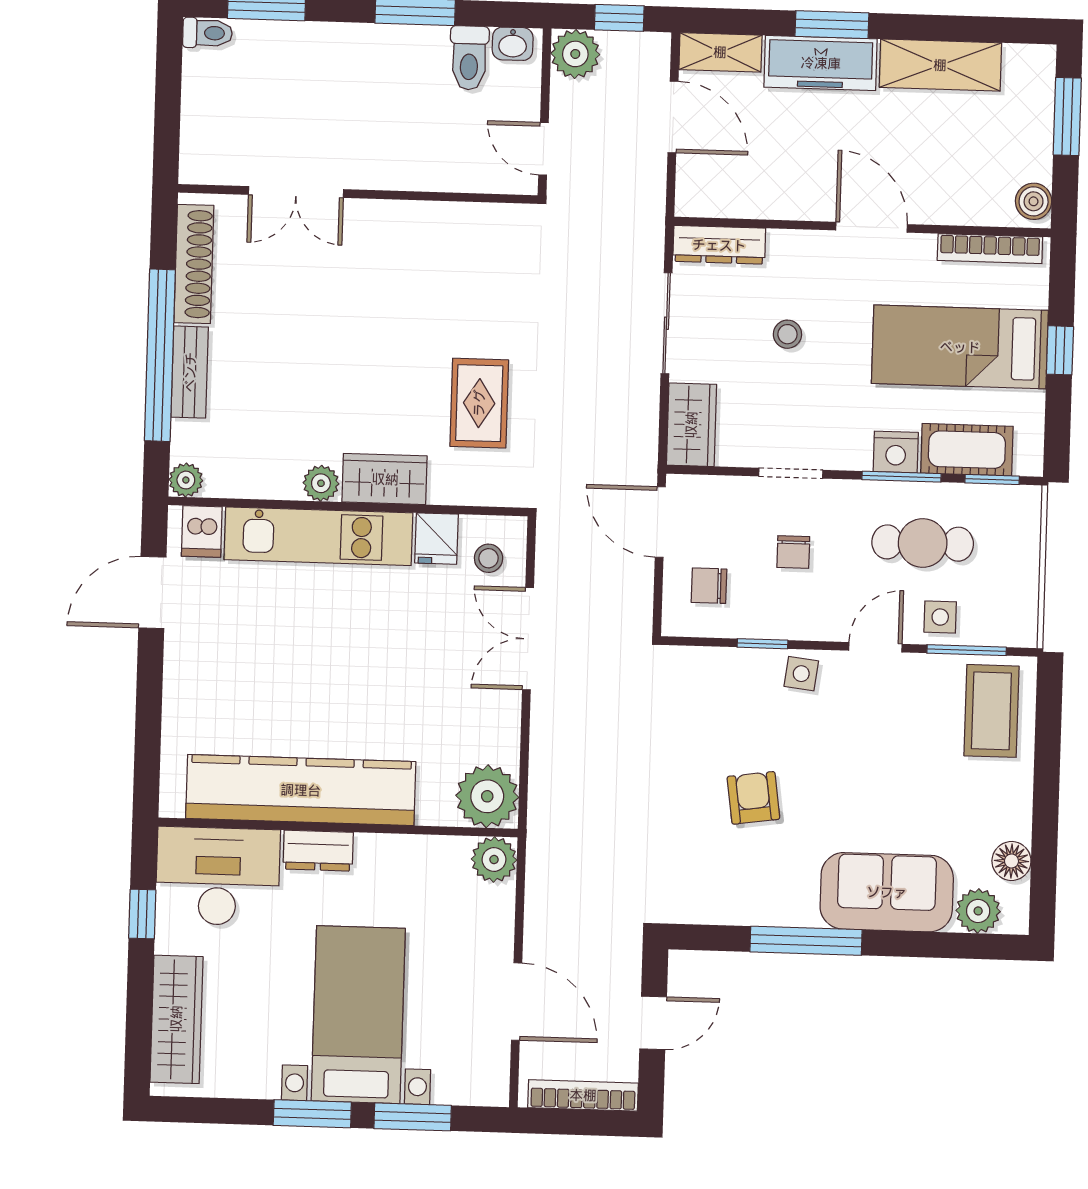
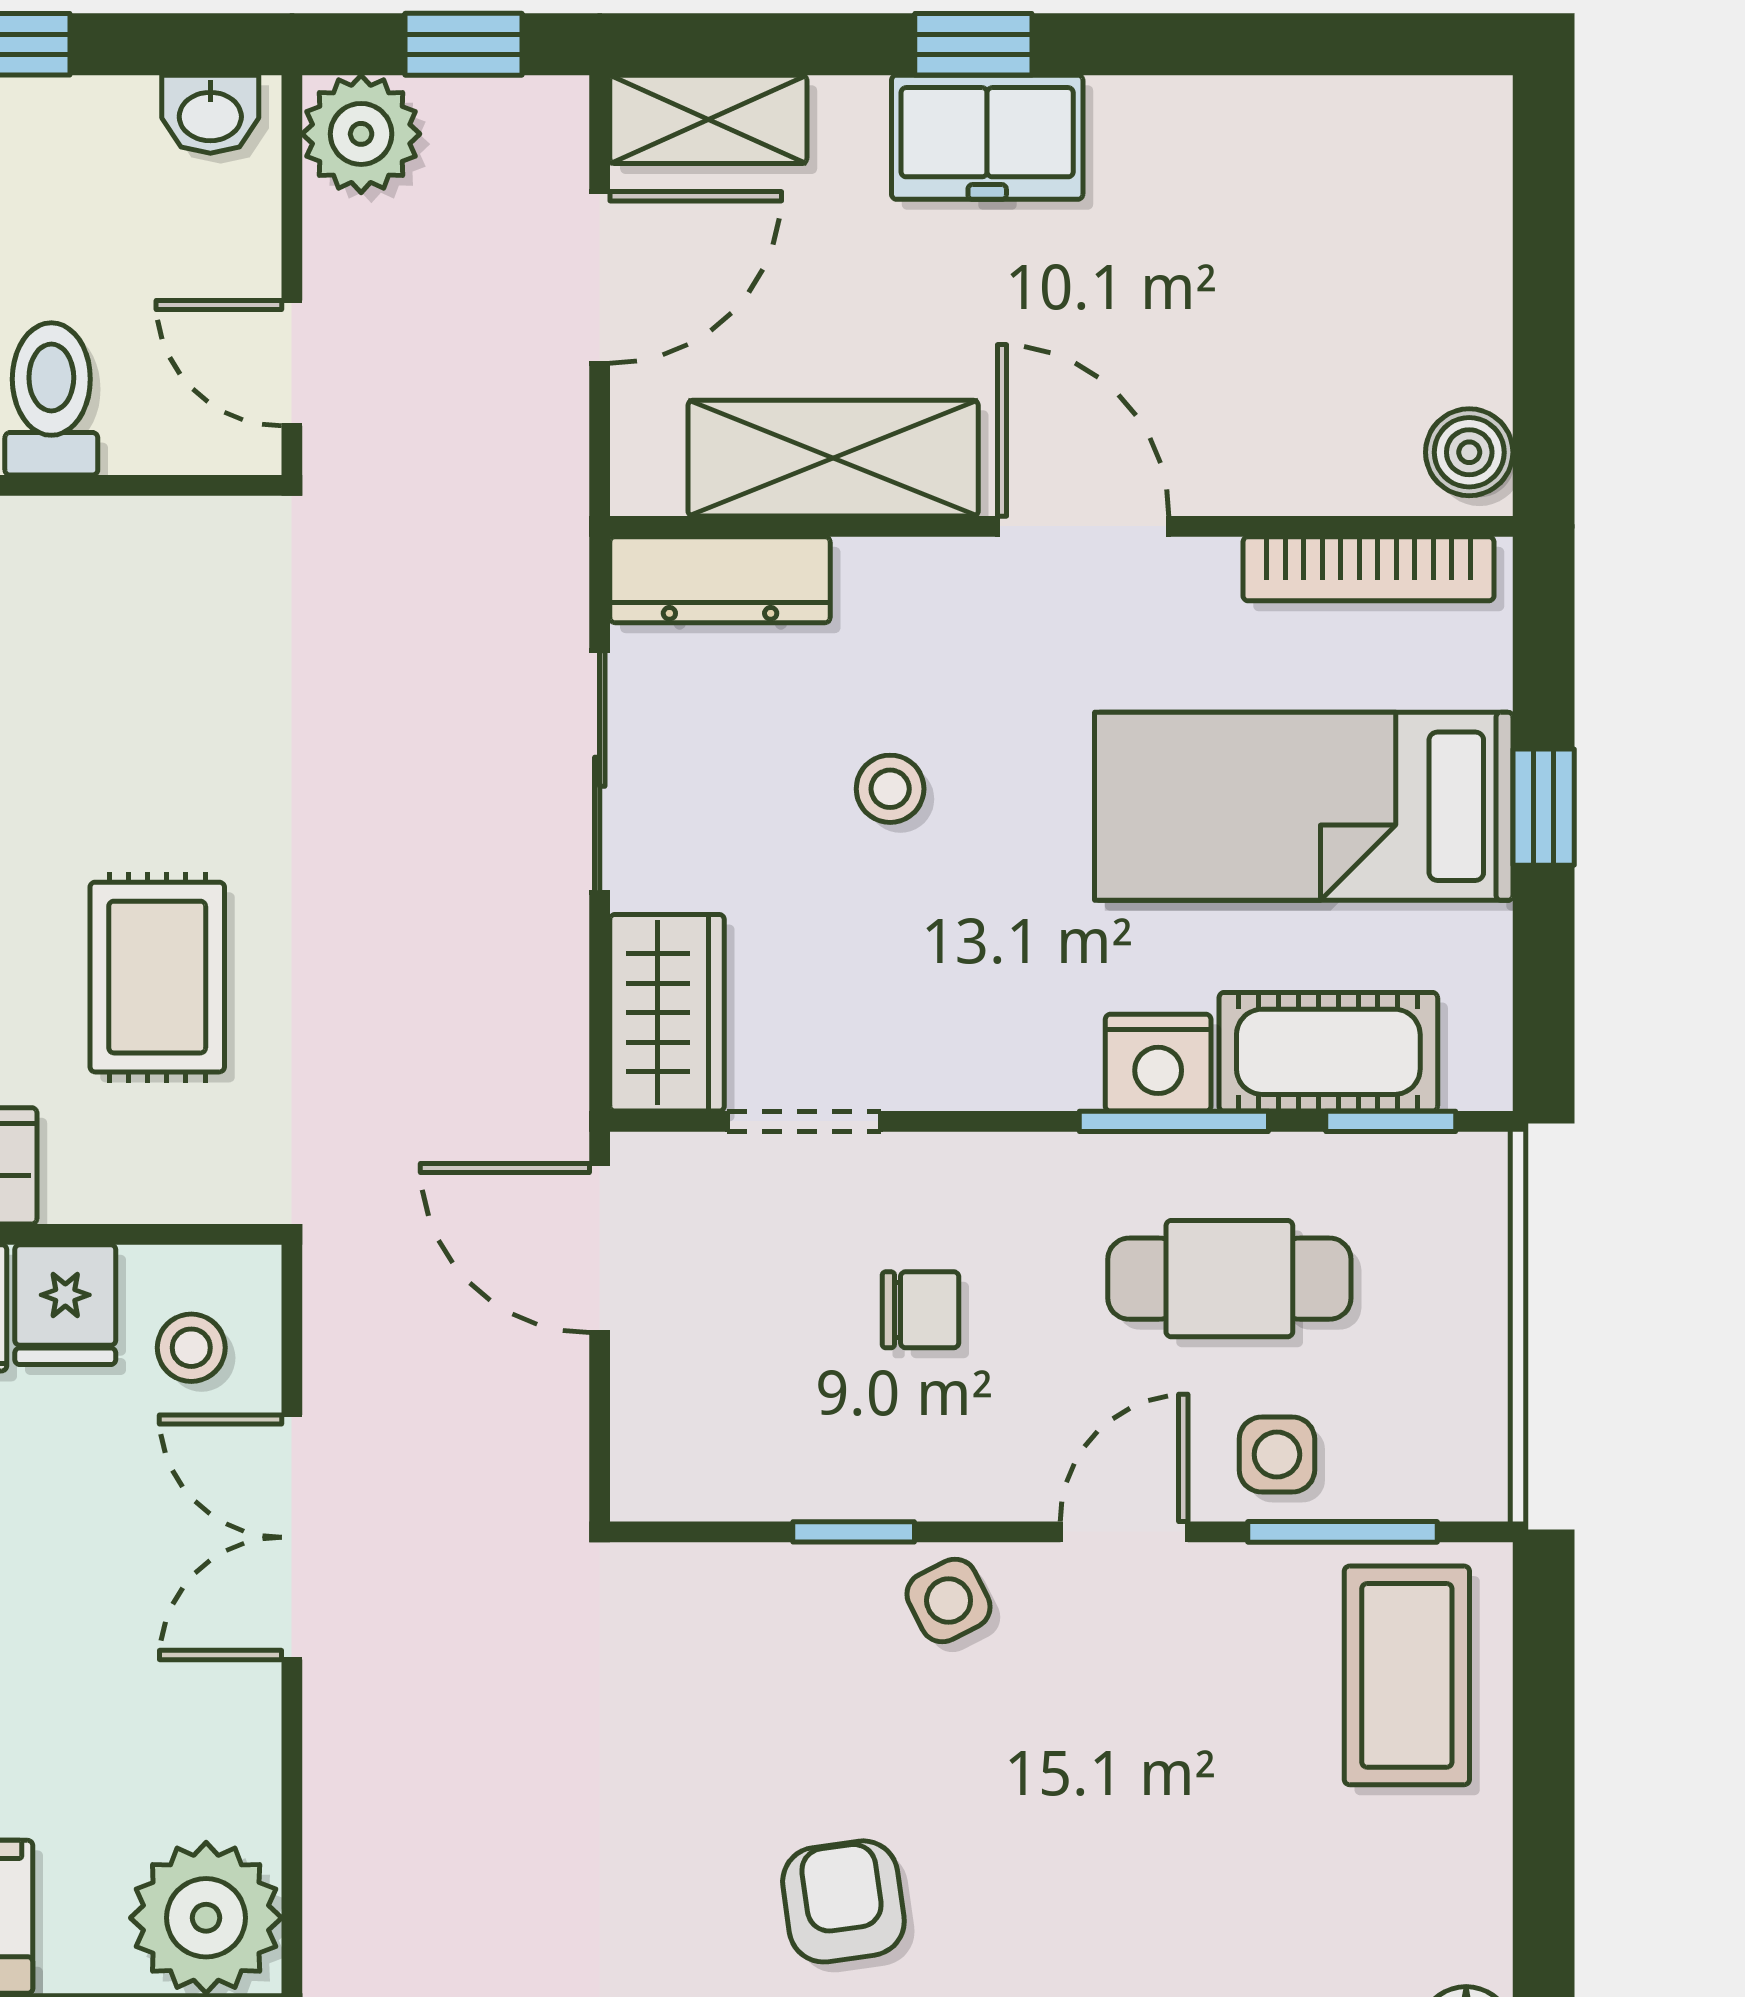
window: (832, 25) -> (973, 44), width x0.67
toilet: (469, 58) -> (51, 399), moved, turned 180
freezer: (821, 63) -> (987, 137), width x0.71
shelving: (940, 65) -> (833, 458), moved
door: (673, 117) -> (600, 277), hinge flipped
window: (1067, 117) -> (1544, 247), removed
doorway: (791, 473) -> (804, 1121), moved
chair: (793, 552) -> (920, 1310), turned -90
chair: (709, 586) -> (721, 1397), removed
side table: (801, 674) -> (949, 1600), turned -34

